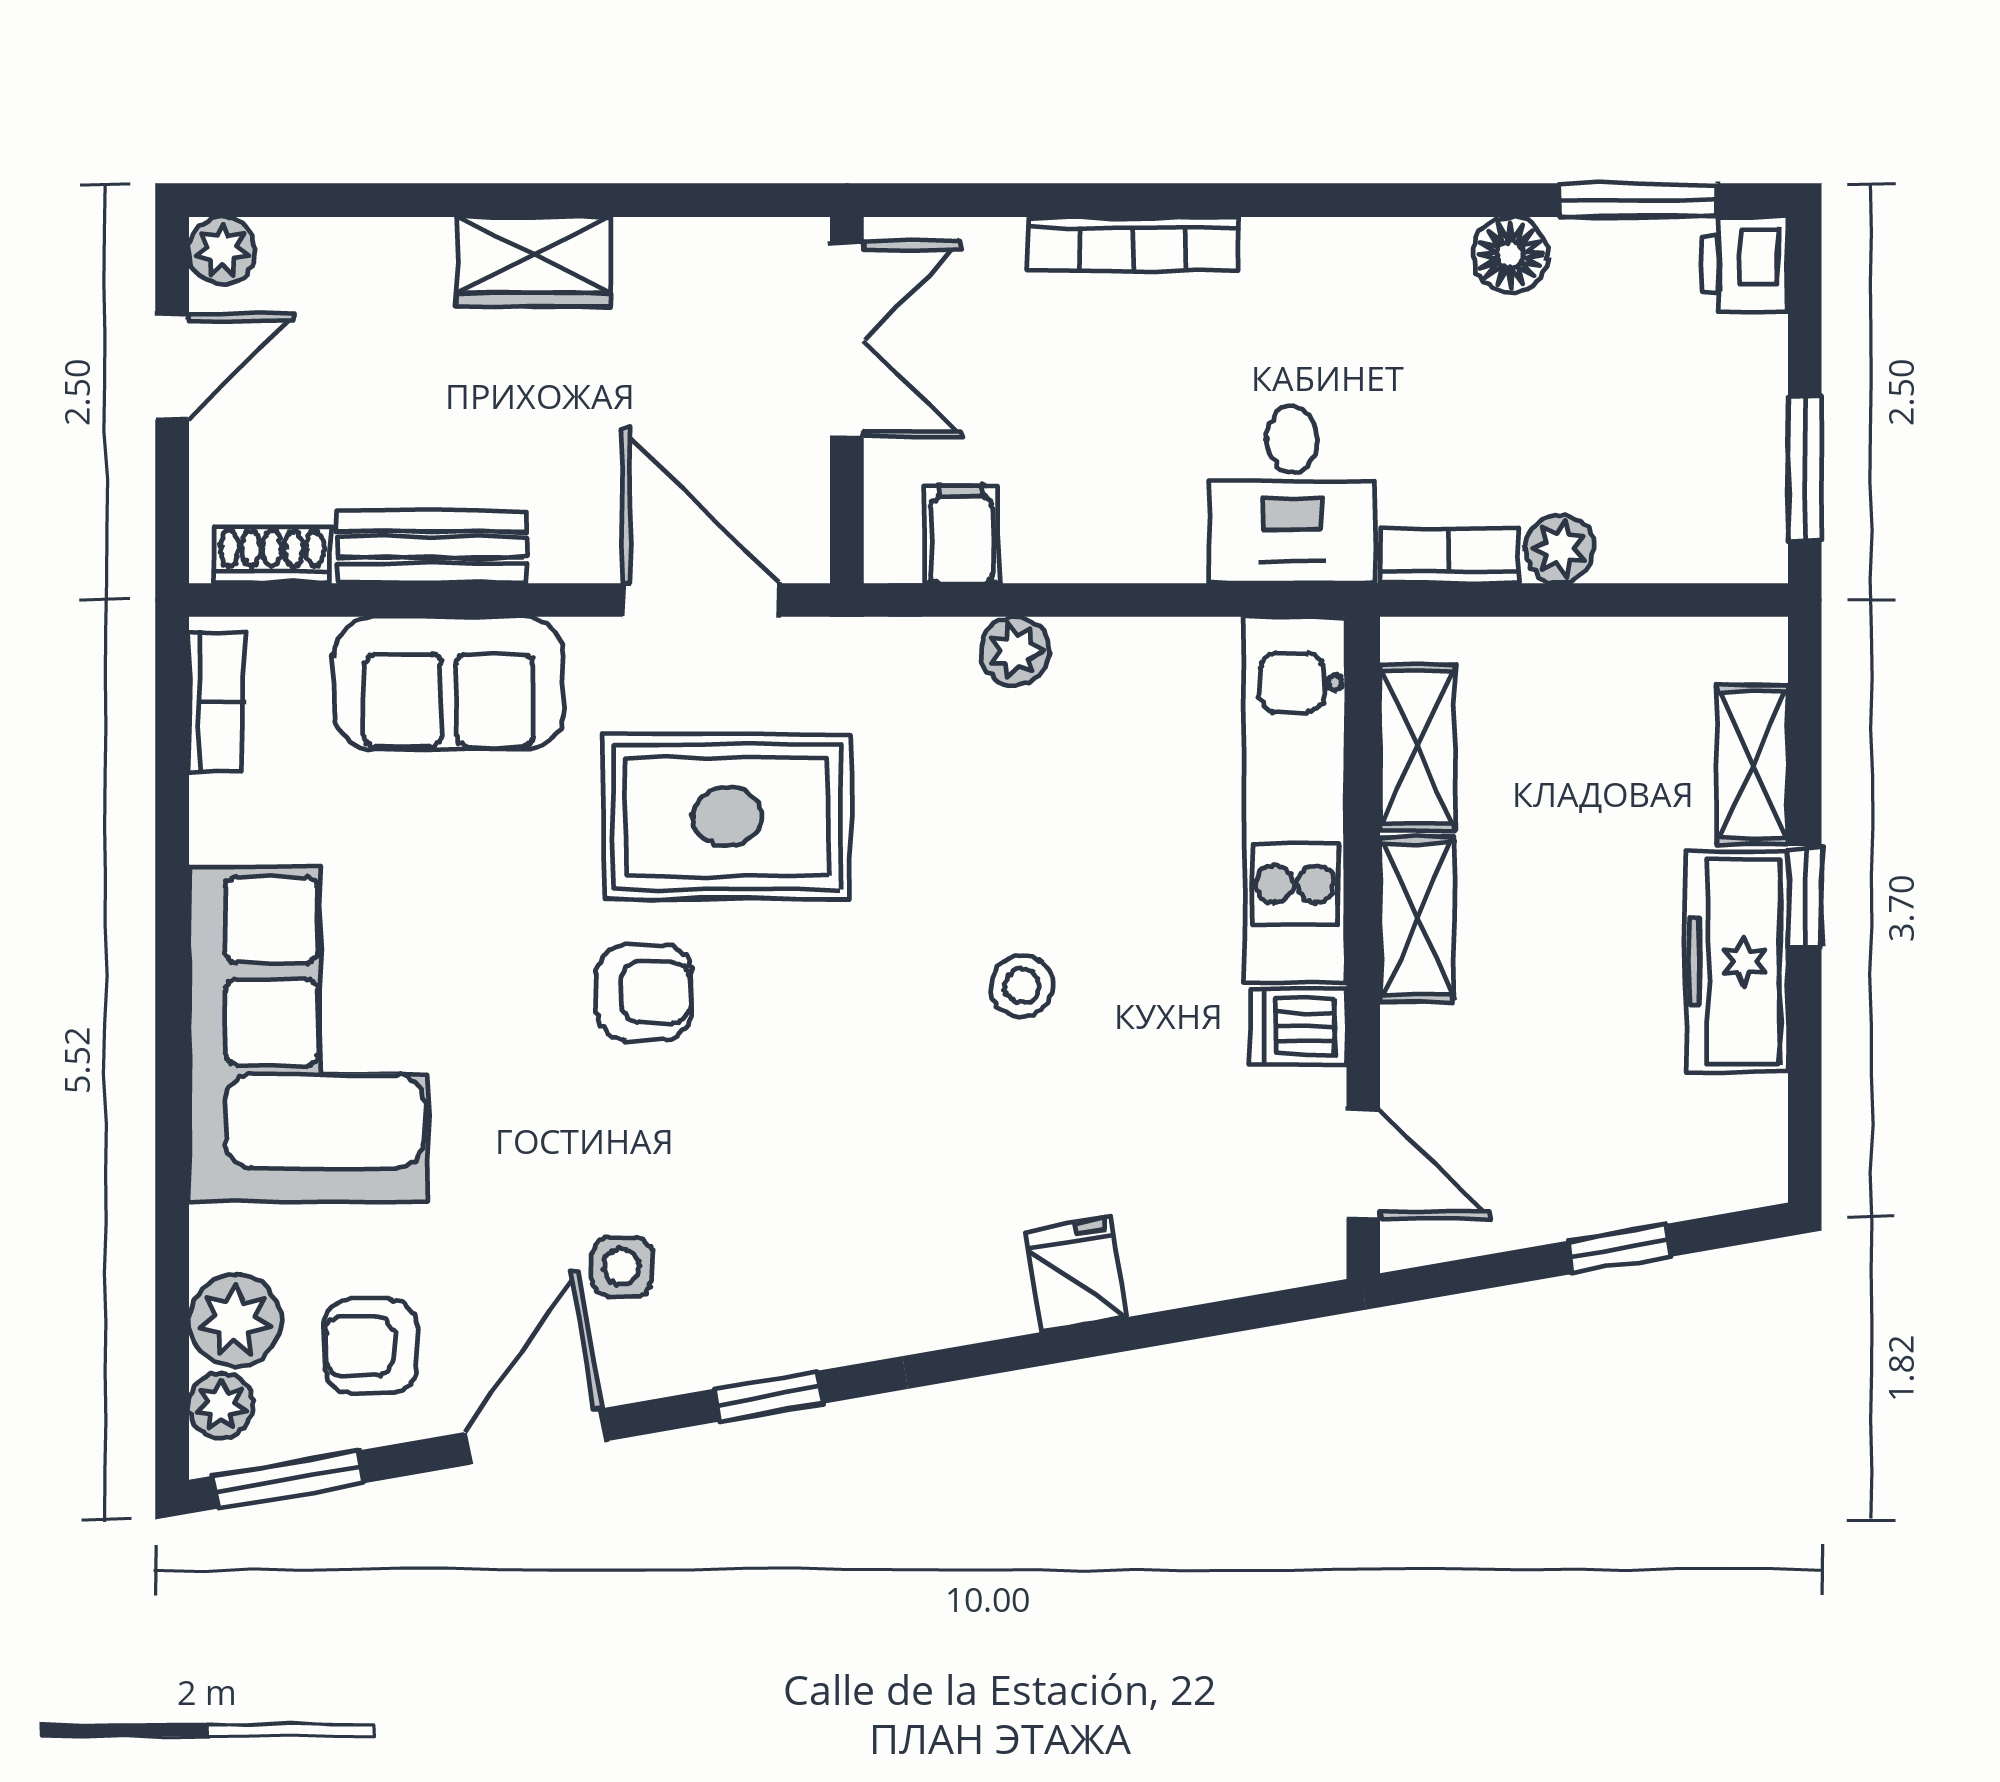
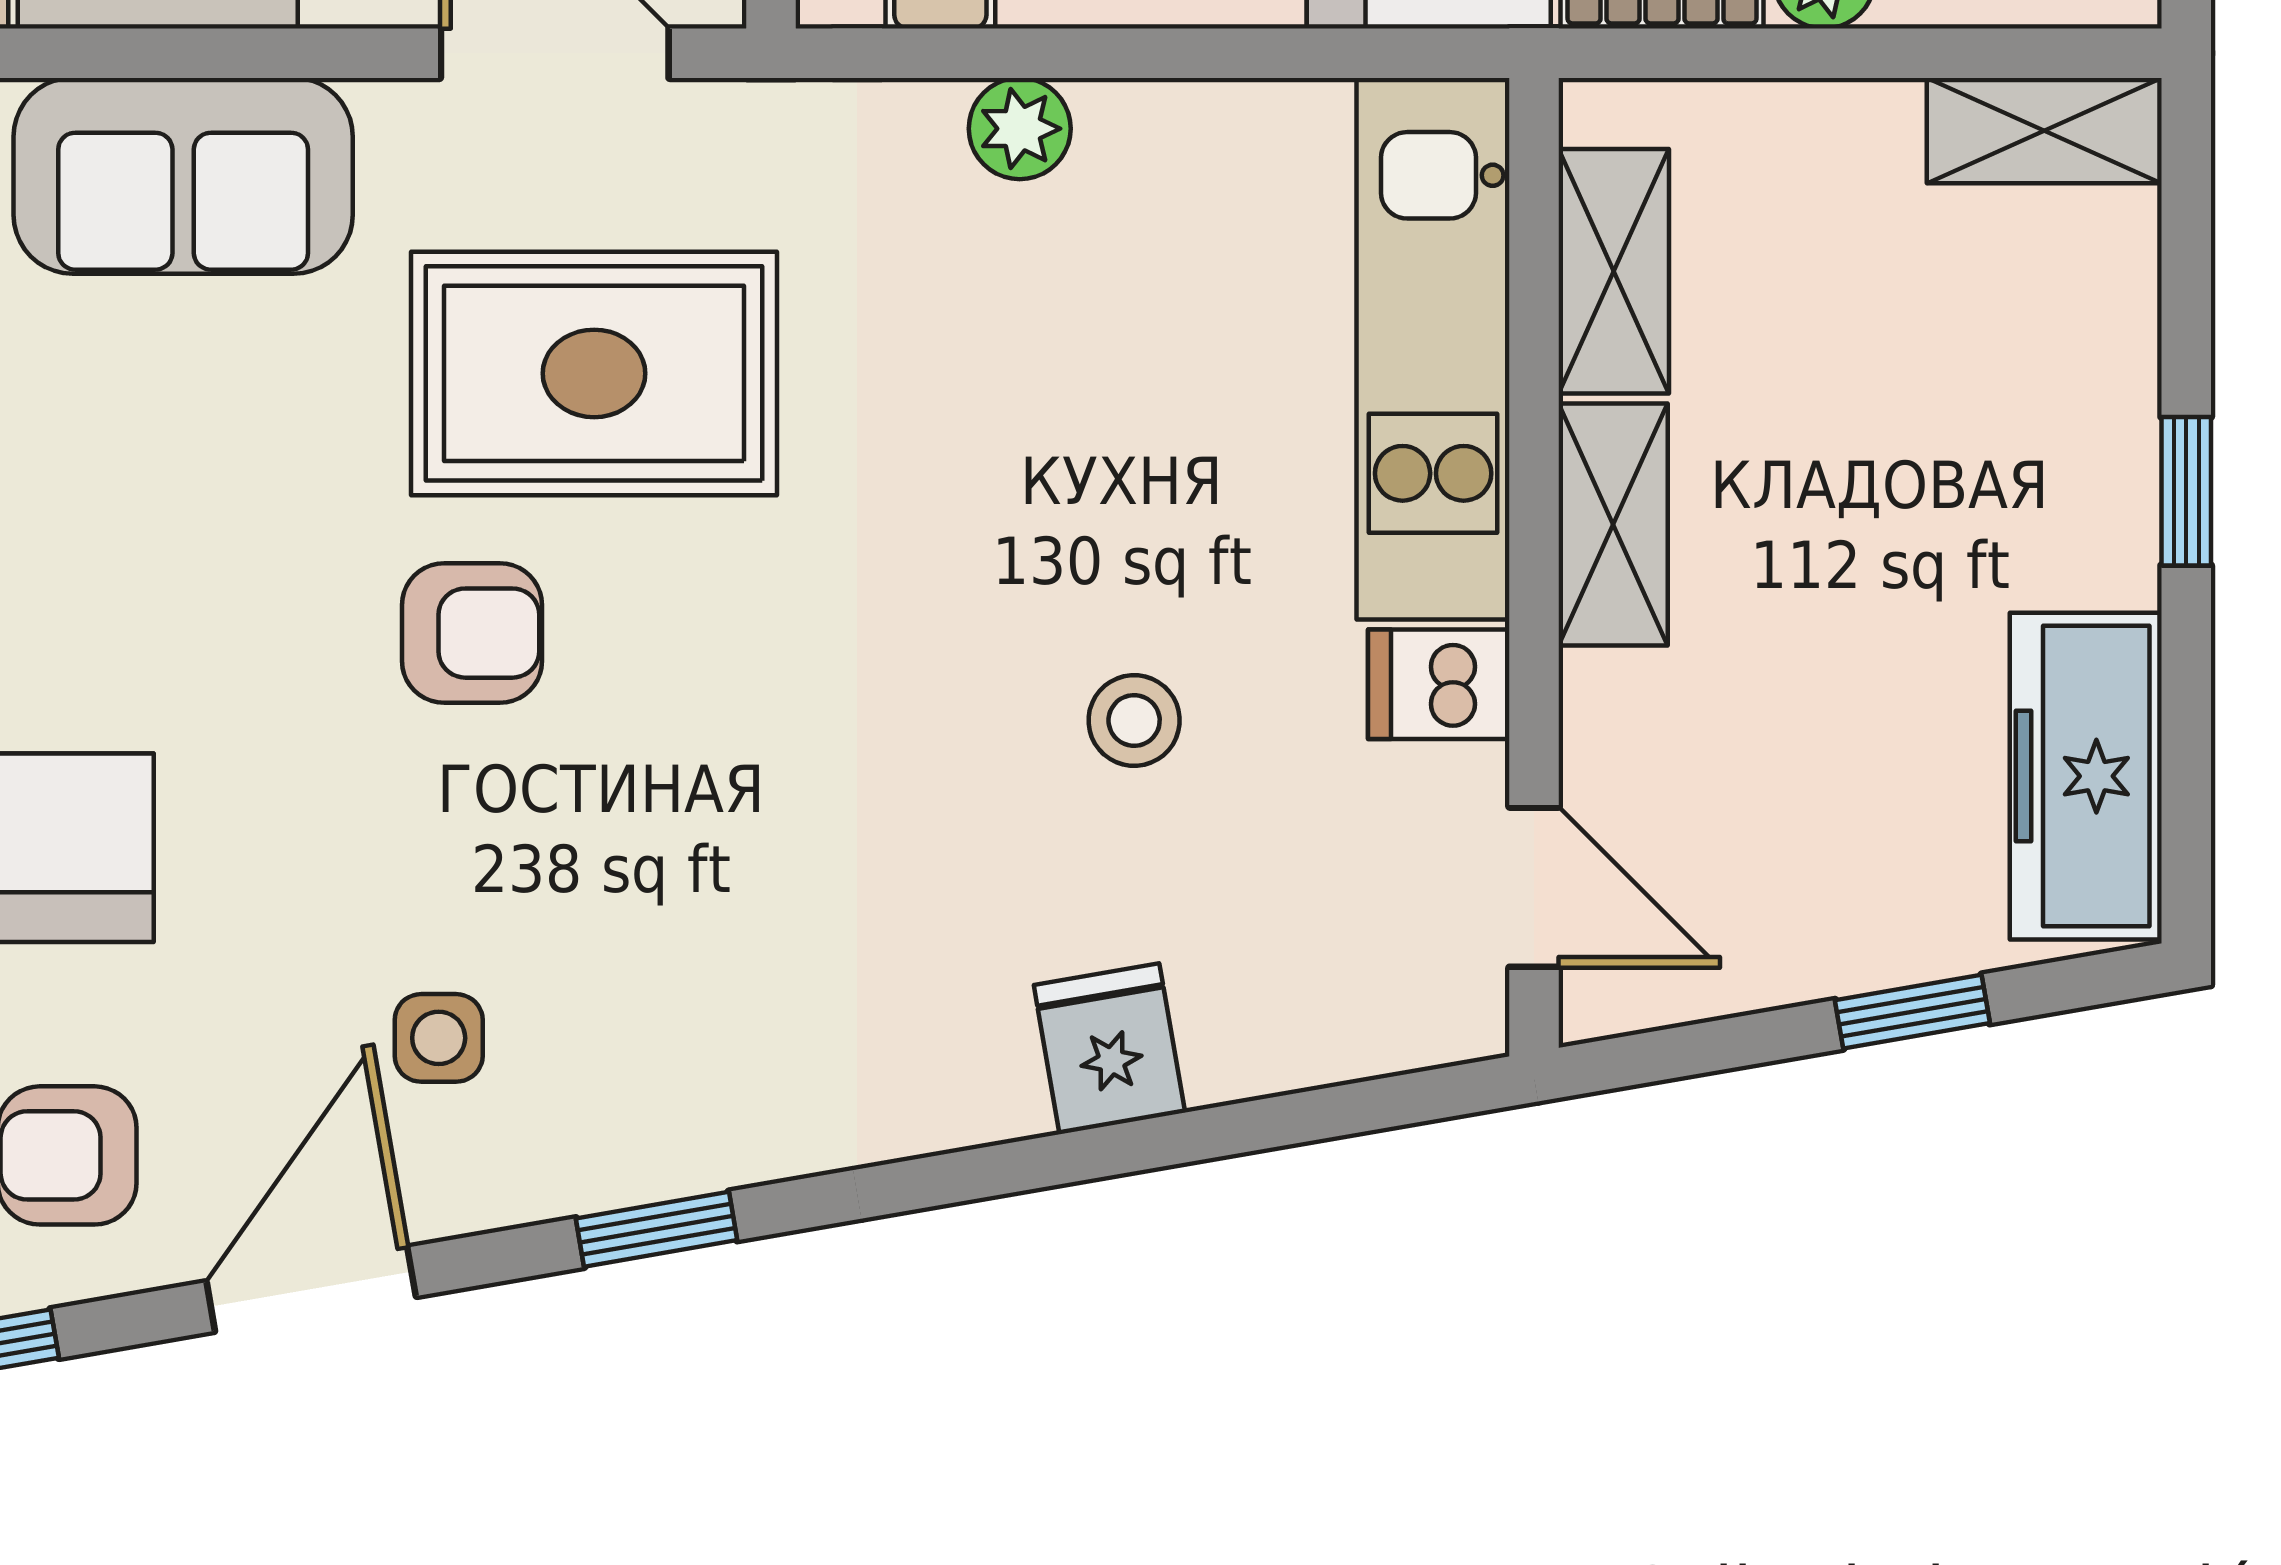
shelving: (1752, 765) -> (2044, 131), moved, turned 90
freezer: (1737, 962) -> (2086, 776), moved
stool: (1022, 986) -> (1134, 720), moved

